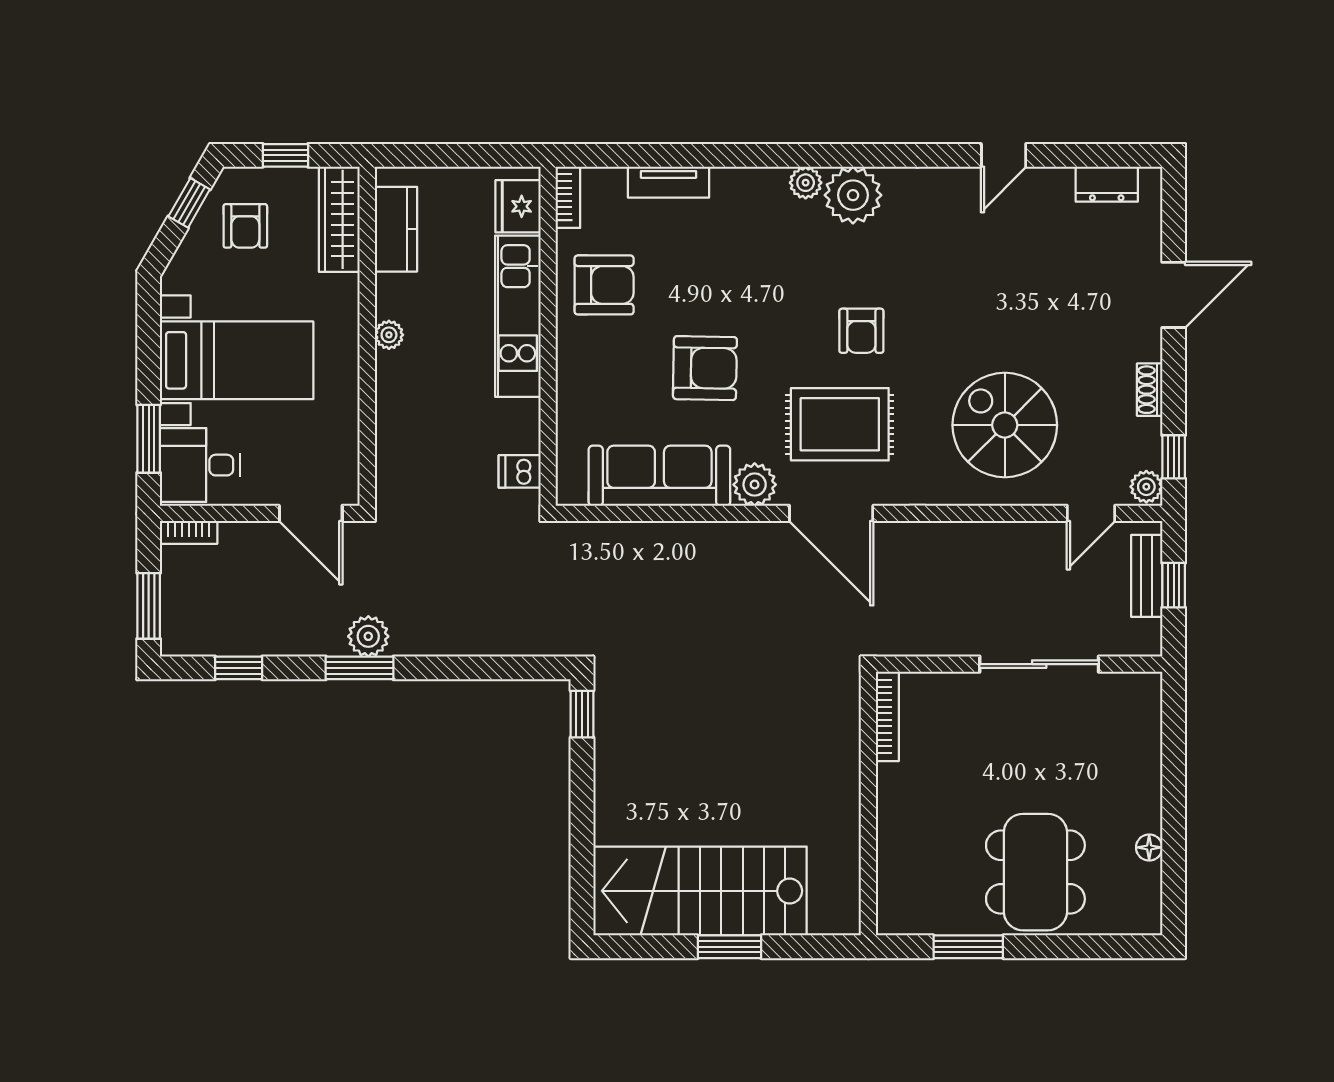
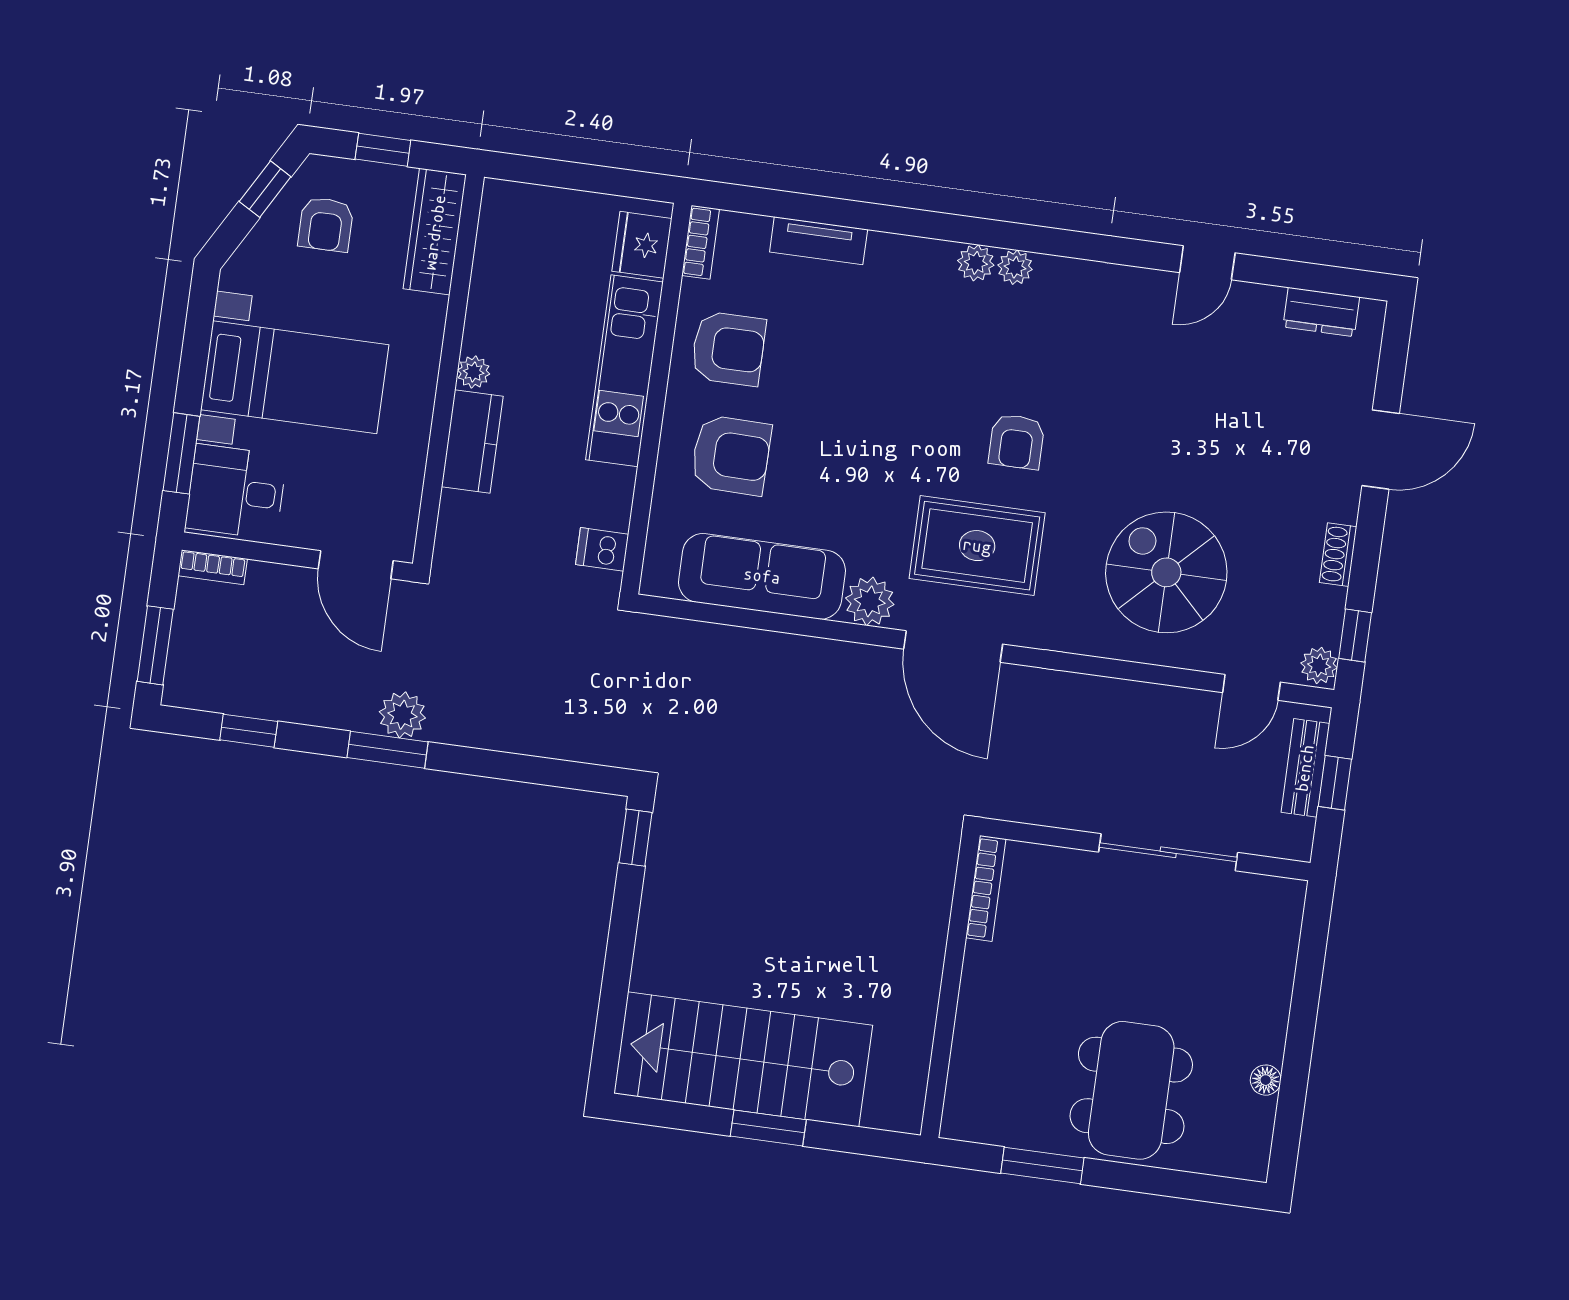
plant: (853, 195) -> (1015, 267), width x0.53, depth x0.53
kitchen counter: (396, 229) -> (472, 441), moved
armchair: (705, 368) -> (731, 455), moved

